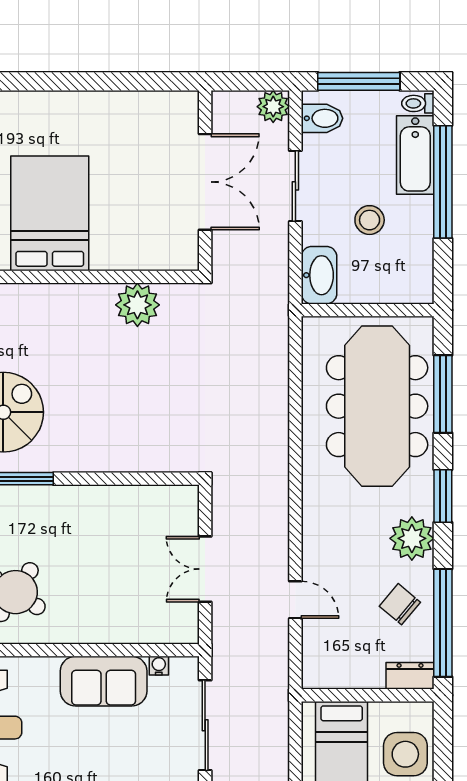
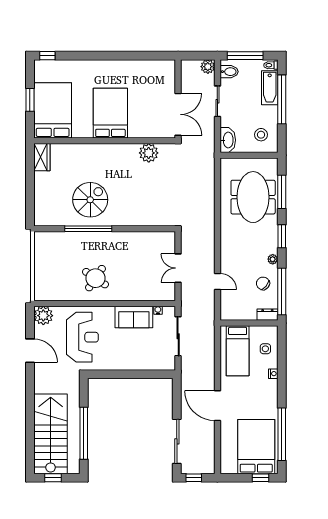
double door: (205, 182) -> (178, 114), moved
stool: (370, 220) -> (261, 135), moved
meeting table: (377, 406) -> (253, 197), width x0.73
plant: (412, 538) -> (273, 259), width x0.53, depth x0.53
side table: (405, 754) -> (265, 349), width x0.54, depth x0.54

